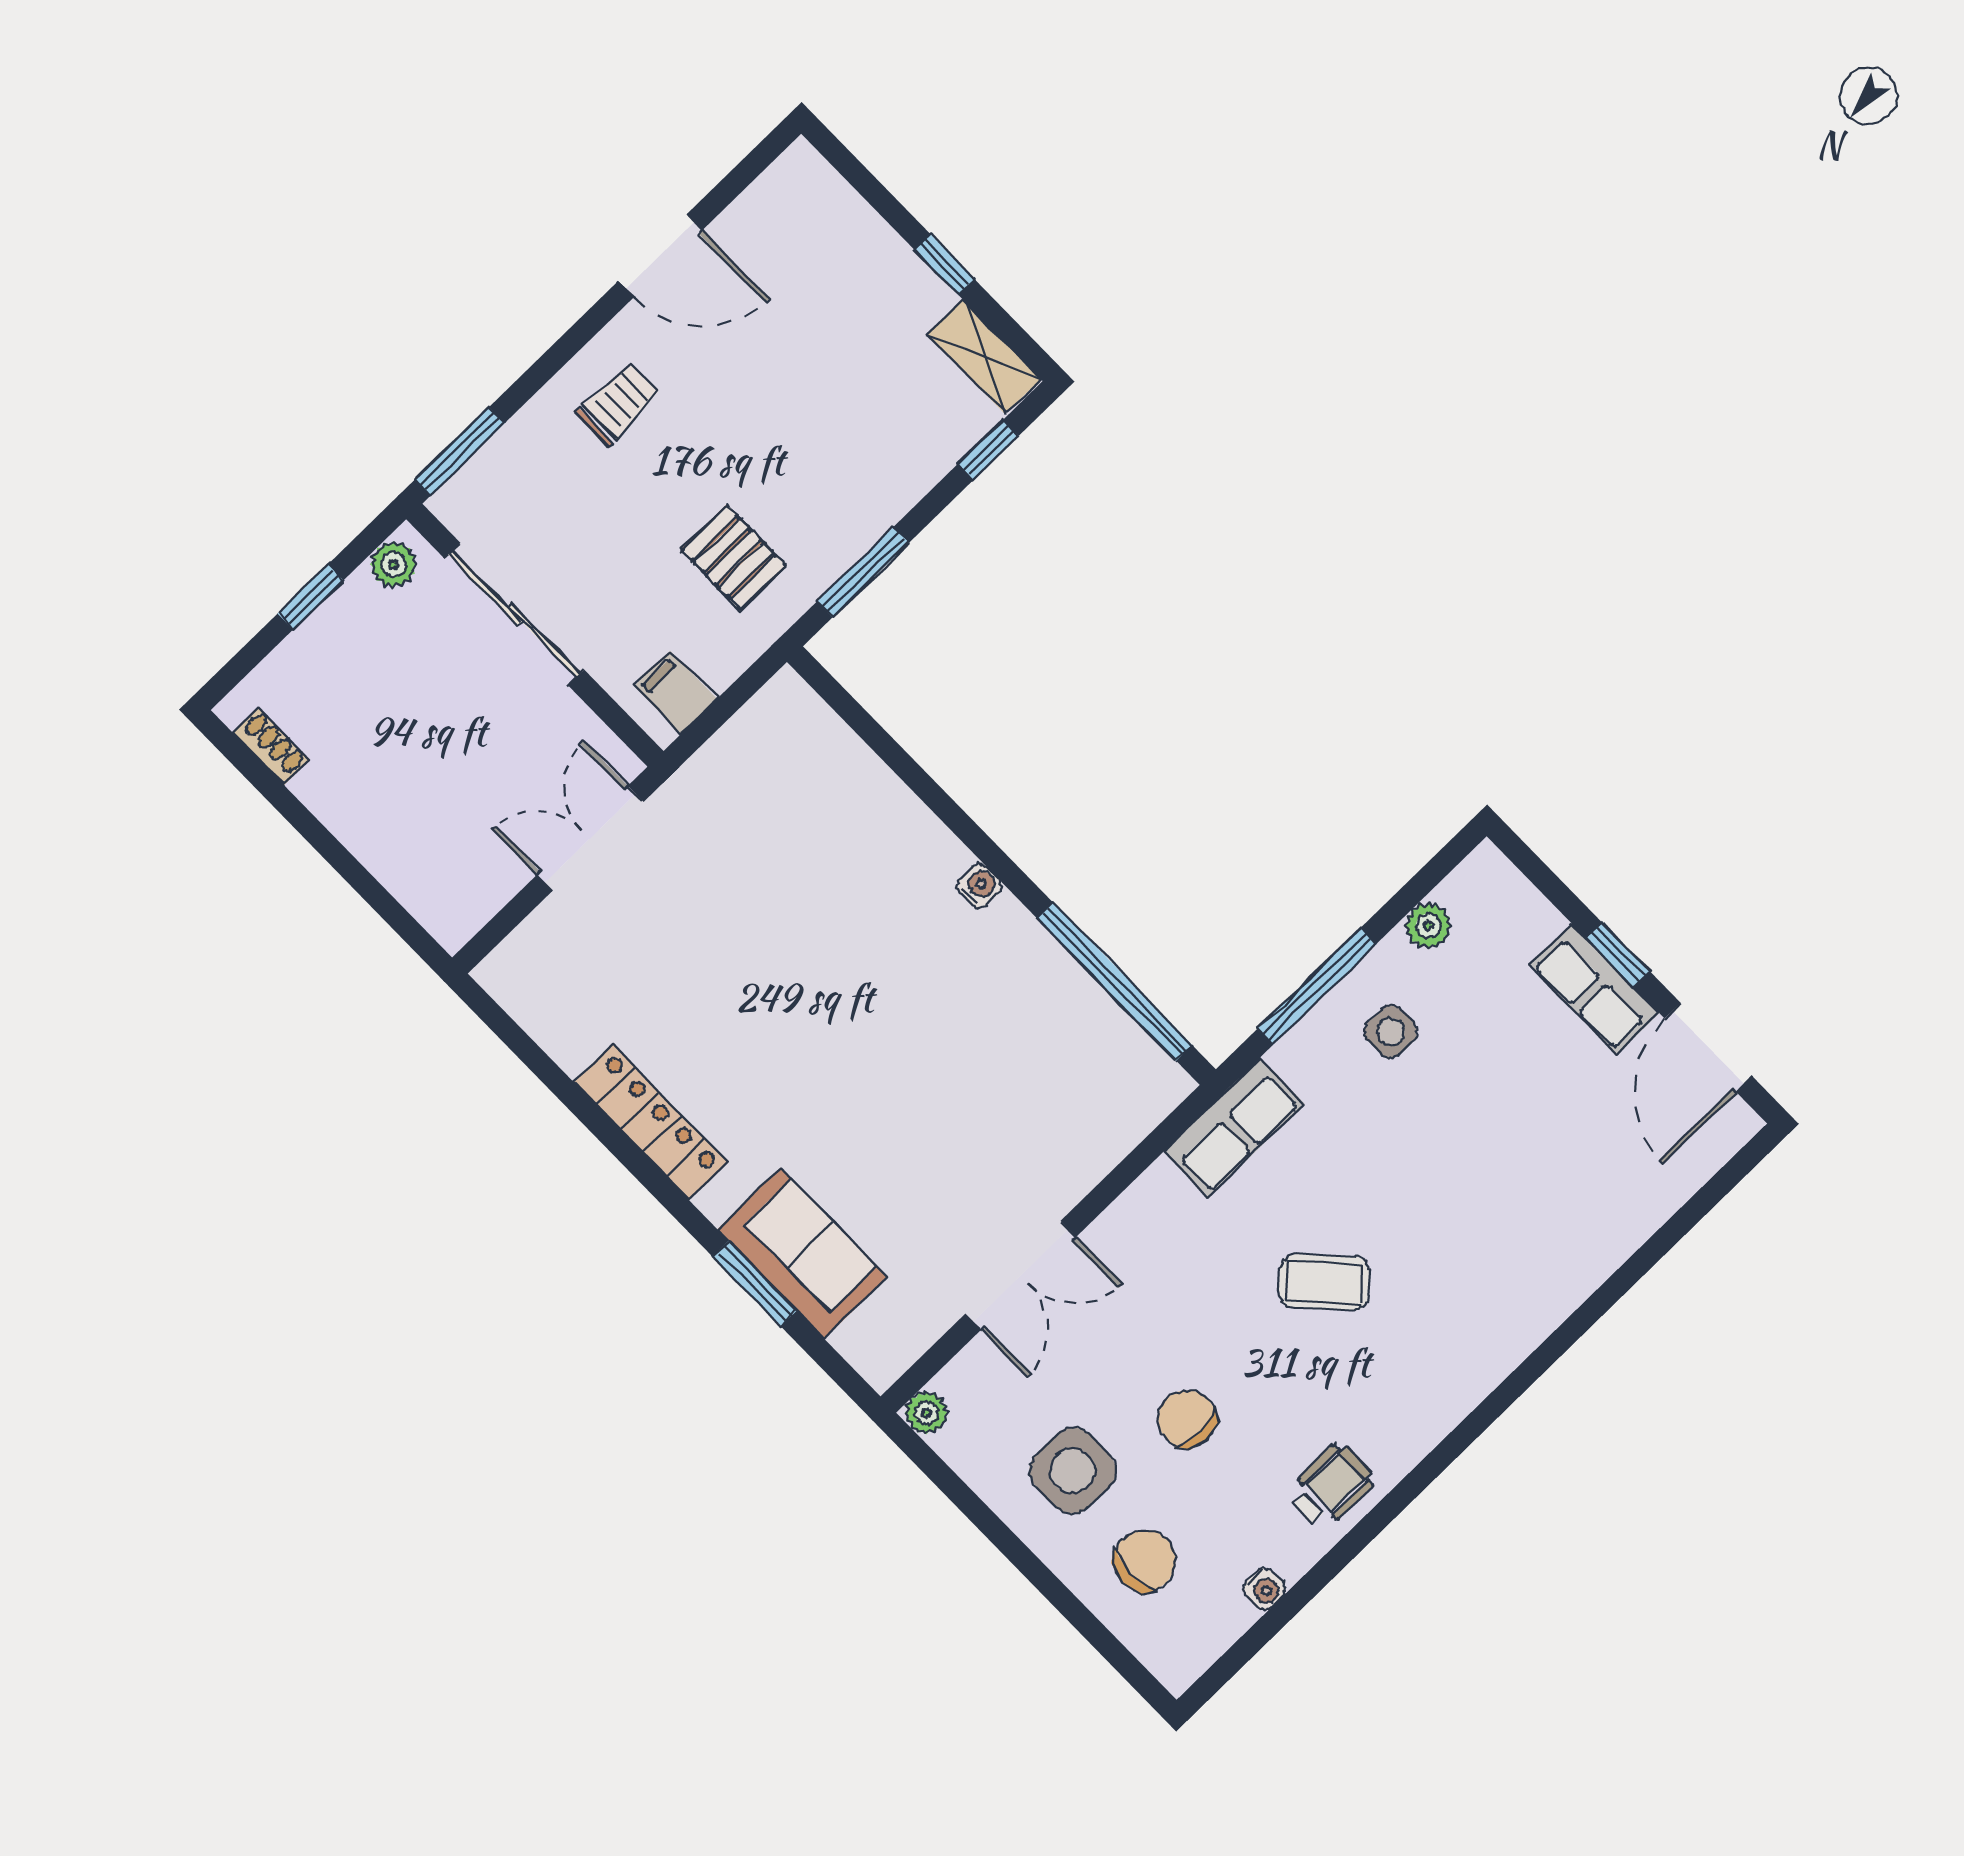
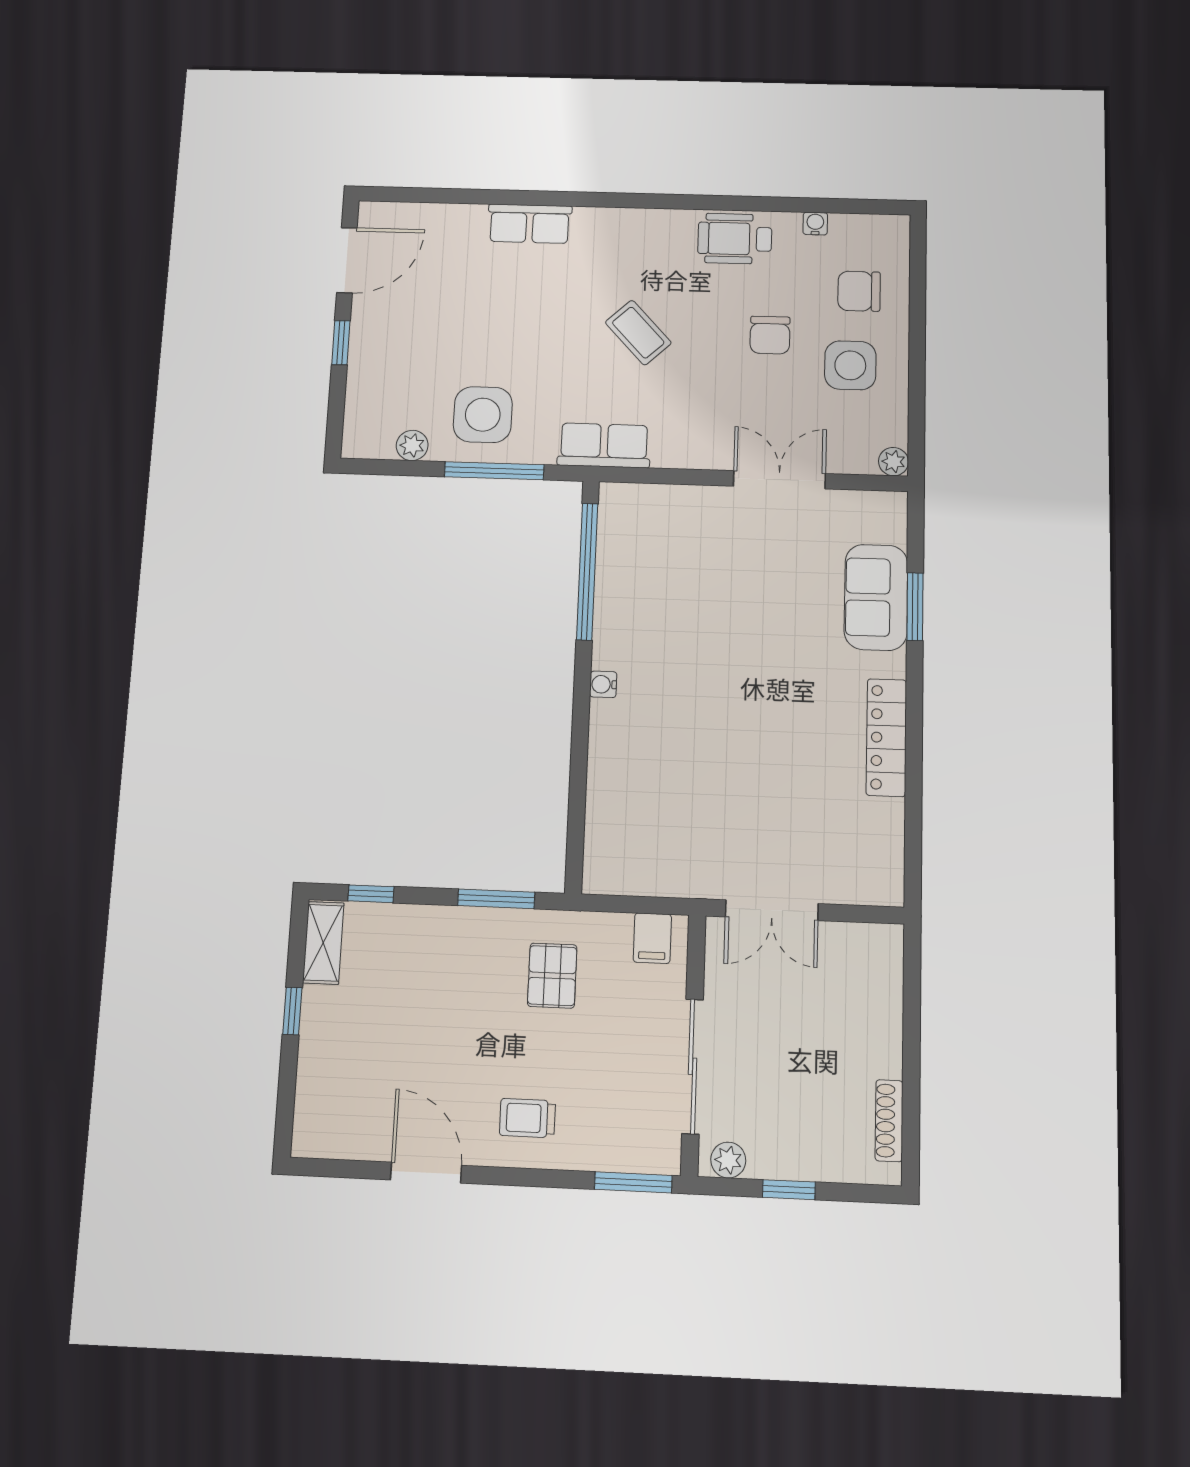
shoe rack: (271, 746) -> (889, 1121), width x1.43
row of seats: (1594, 989) -> (530, 224), moved, turned 90
side table: (1391, 1032) -> (483, 415), width x1.87, depth x1.87
wheelchair: (1331, 1486) -> (735, 239), width x1.36, depth x1.37

